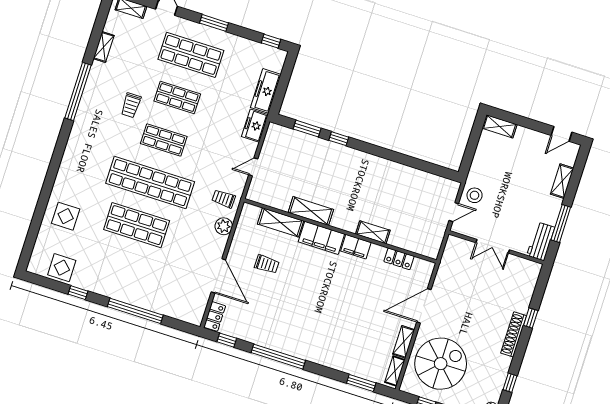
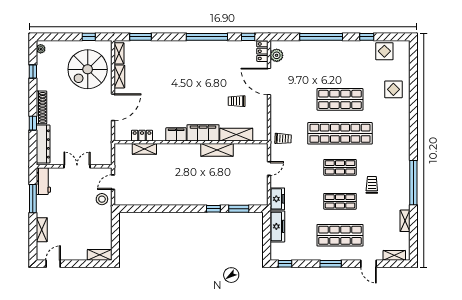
plant: (224, 226) -> (277, 55), moved
shelving: (373, 232) -> (144, 149), moved
dresser: (526, 288) -> (43, 144), added

